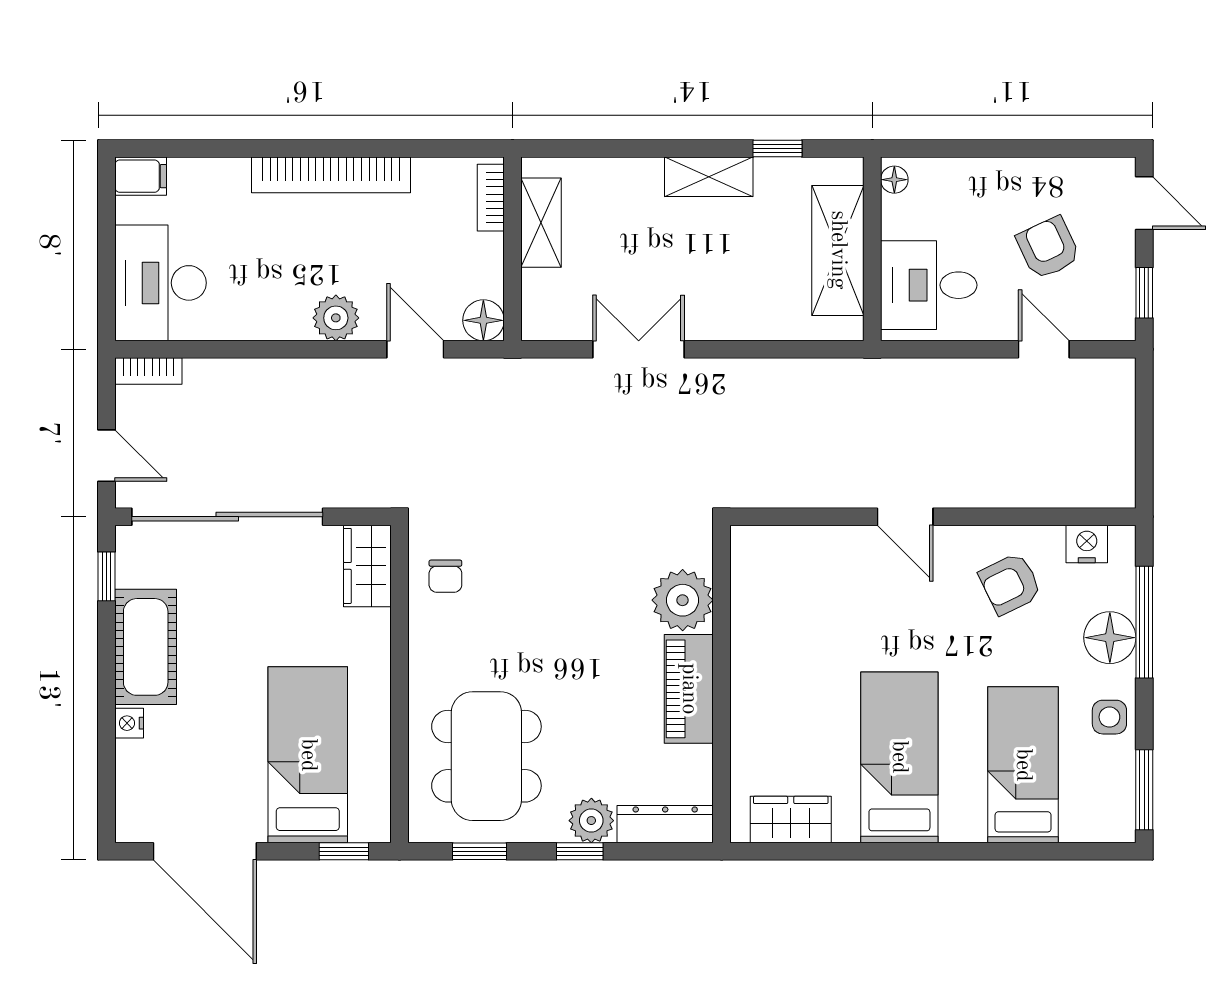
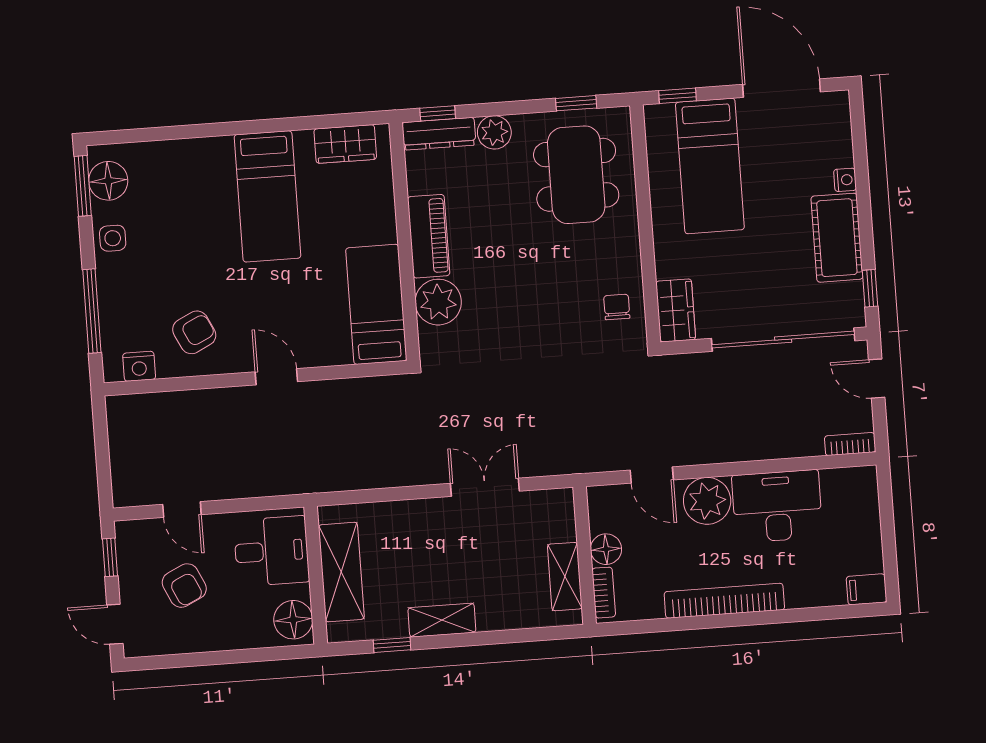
floor lamp: (894, 180) -> (293, 620), width x1.89, depth x1.89
desk: (161, 283) -> (777, 506), moved, turned -90
plant: (336, 318) -> (707, 501), width x1.36, depth x1.36
floor lamp: (483, 320) -> (606, 549), moved
double door: (639, 349) -> (485, 487), swing flipped
floor lamp: (1110, 638) -> (108, 181), moved
bed: (1023, 765) -> (376, 304), moved, turned 180
window: (580, 851) -> (438, 113), moved

